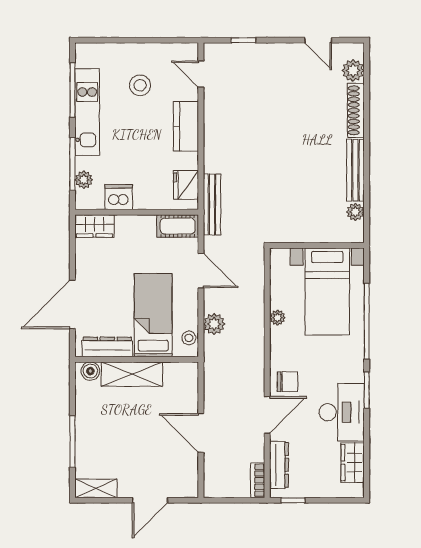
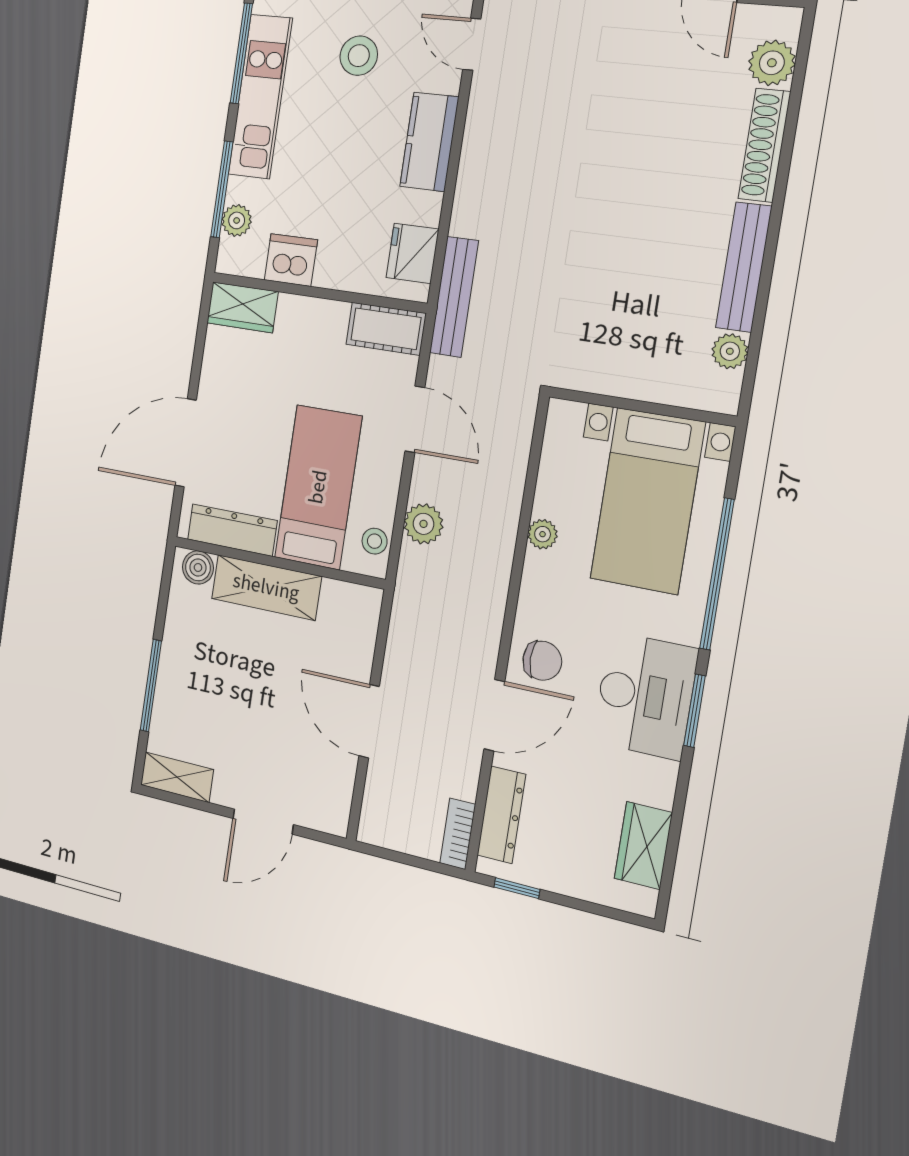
desk: (342, 412) -> (645, 696), moved

